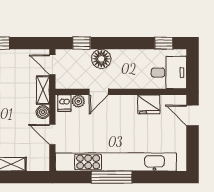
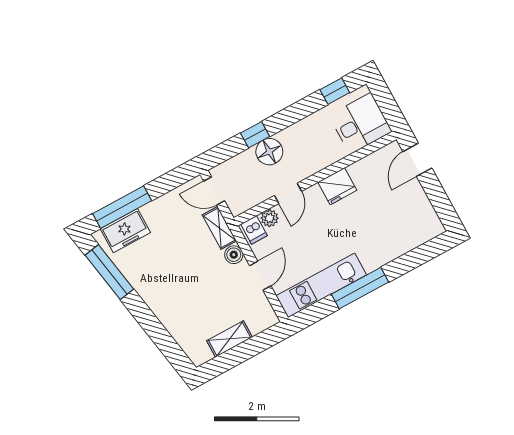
window: (82, 43) -> (255, 135), moved
fridge: (149, 104) -> (337, 186), moved
door: (193, 115) -> (417, 160), hinge flipped
door: (52, 135) -> (260, 276), swing flipped
kitchen unit: (116, 162) -> (321, 285), width x0.54

